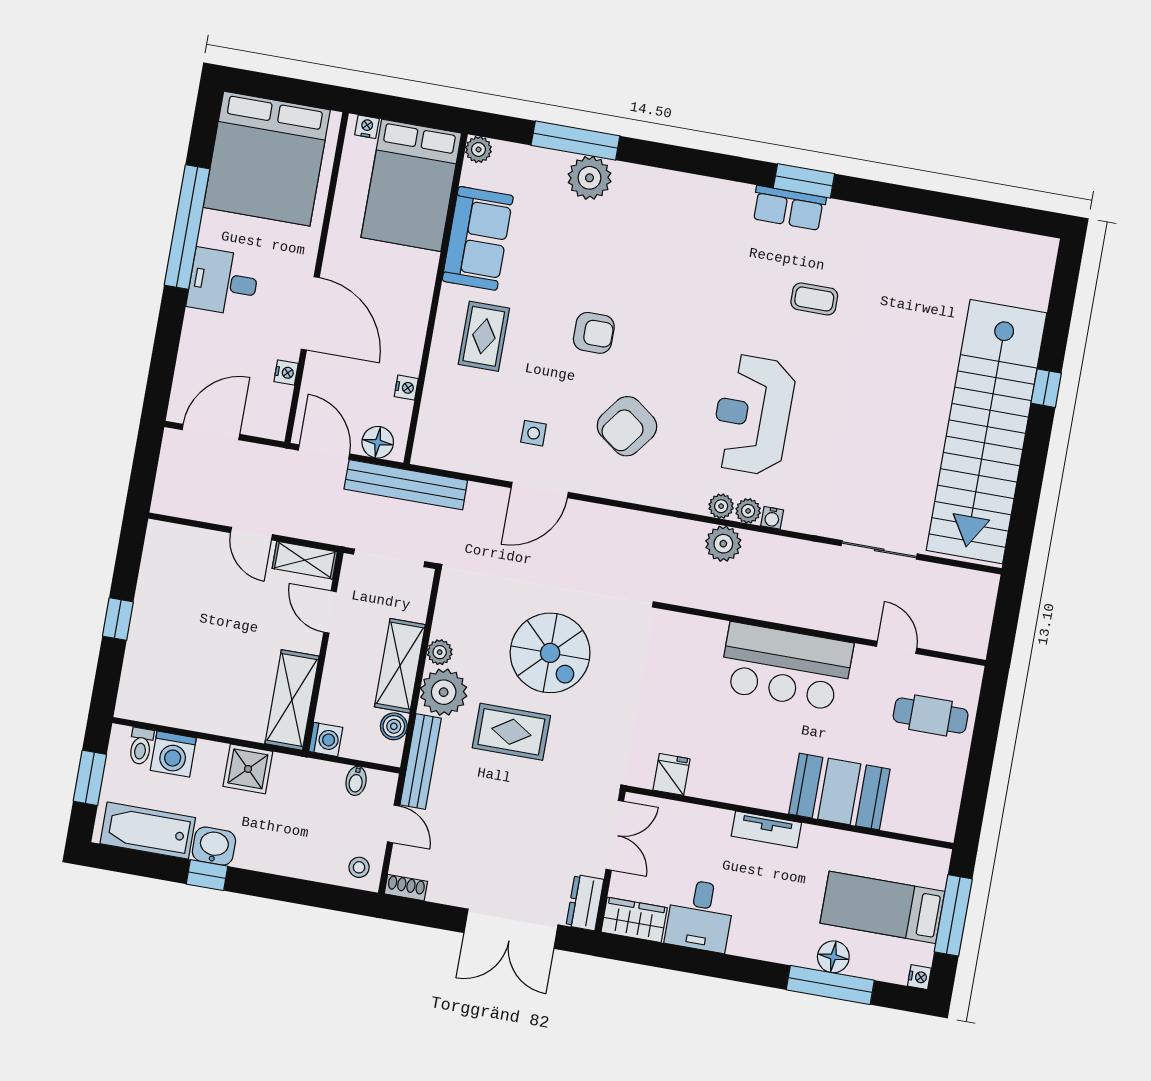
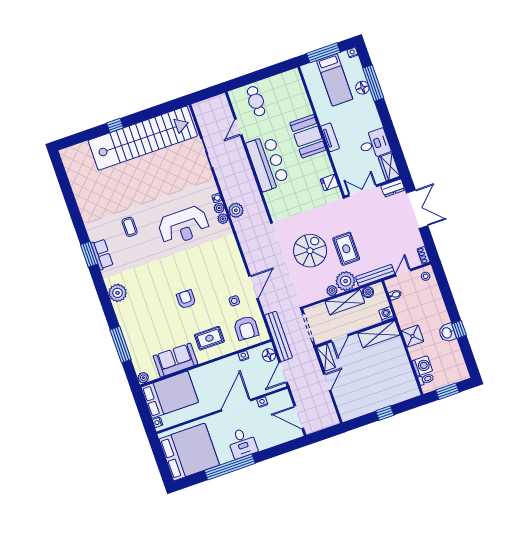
plant: (590, 178) -> (118, 293), moved
armchair: (627, 426) -> (246, 328), moved, turned 56
door: (540, 490) -> (253, 287), hinge flipped
booth: (839, 792) -> (308, 136), moved
bathtub: (148, 831) -> (455, 360), removed

